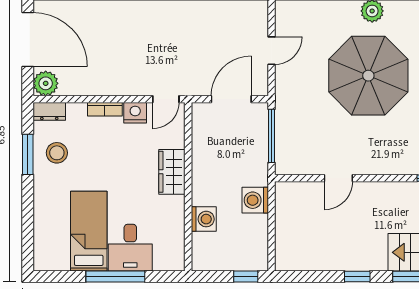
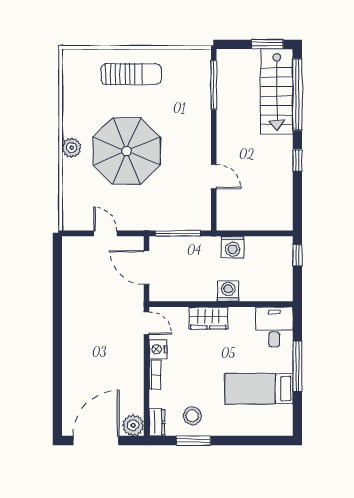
washing machine: (204, 219) -> (228, 291), moved
desk: (130, 248) -> (274, 327), moved, turned -90

